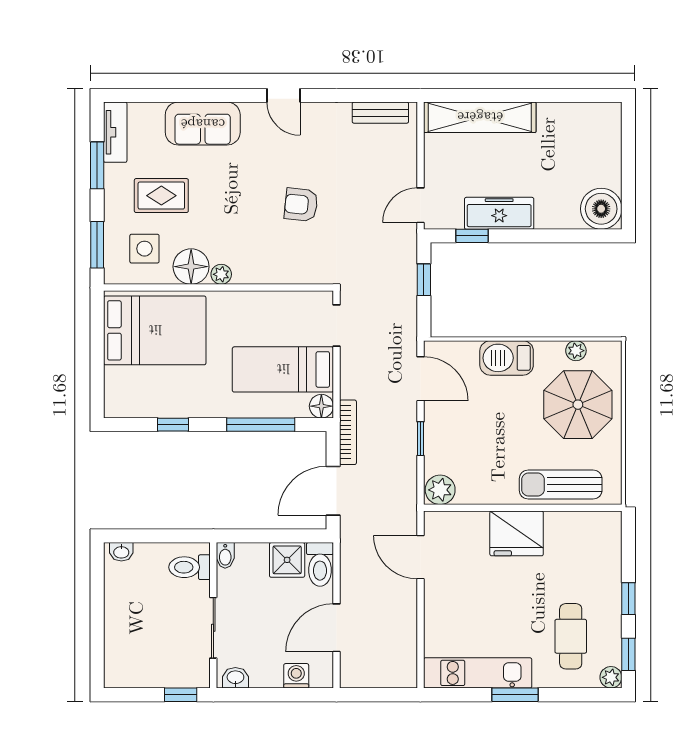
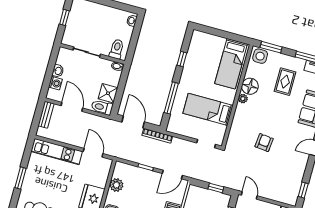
window: (378, 95) -> (303, 190), added
bench: (380, 113) -> (46, 115), moved
side table: (144, 249) -> (260, 56), moved
bed: (155, 330) -> (231, 64), width x0.67
bed: (283, 369) -> (208, 109), moved, turned -90
floor lamp: (321, 406) -> (172, 127), removed
plant: (440, 490) -> (116, 185), moved
door: (420, 557) -> (93, 153), hinge flipped
kitchen unit: (478, 673) -> (57, 152), moved, turned 90
washbasin: (235, 678) -> (58, 71), moved
window: (181, 695) -> (64, 17), moved

